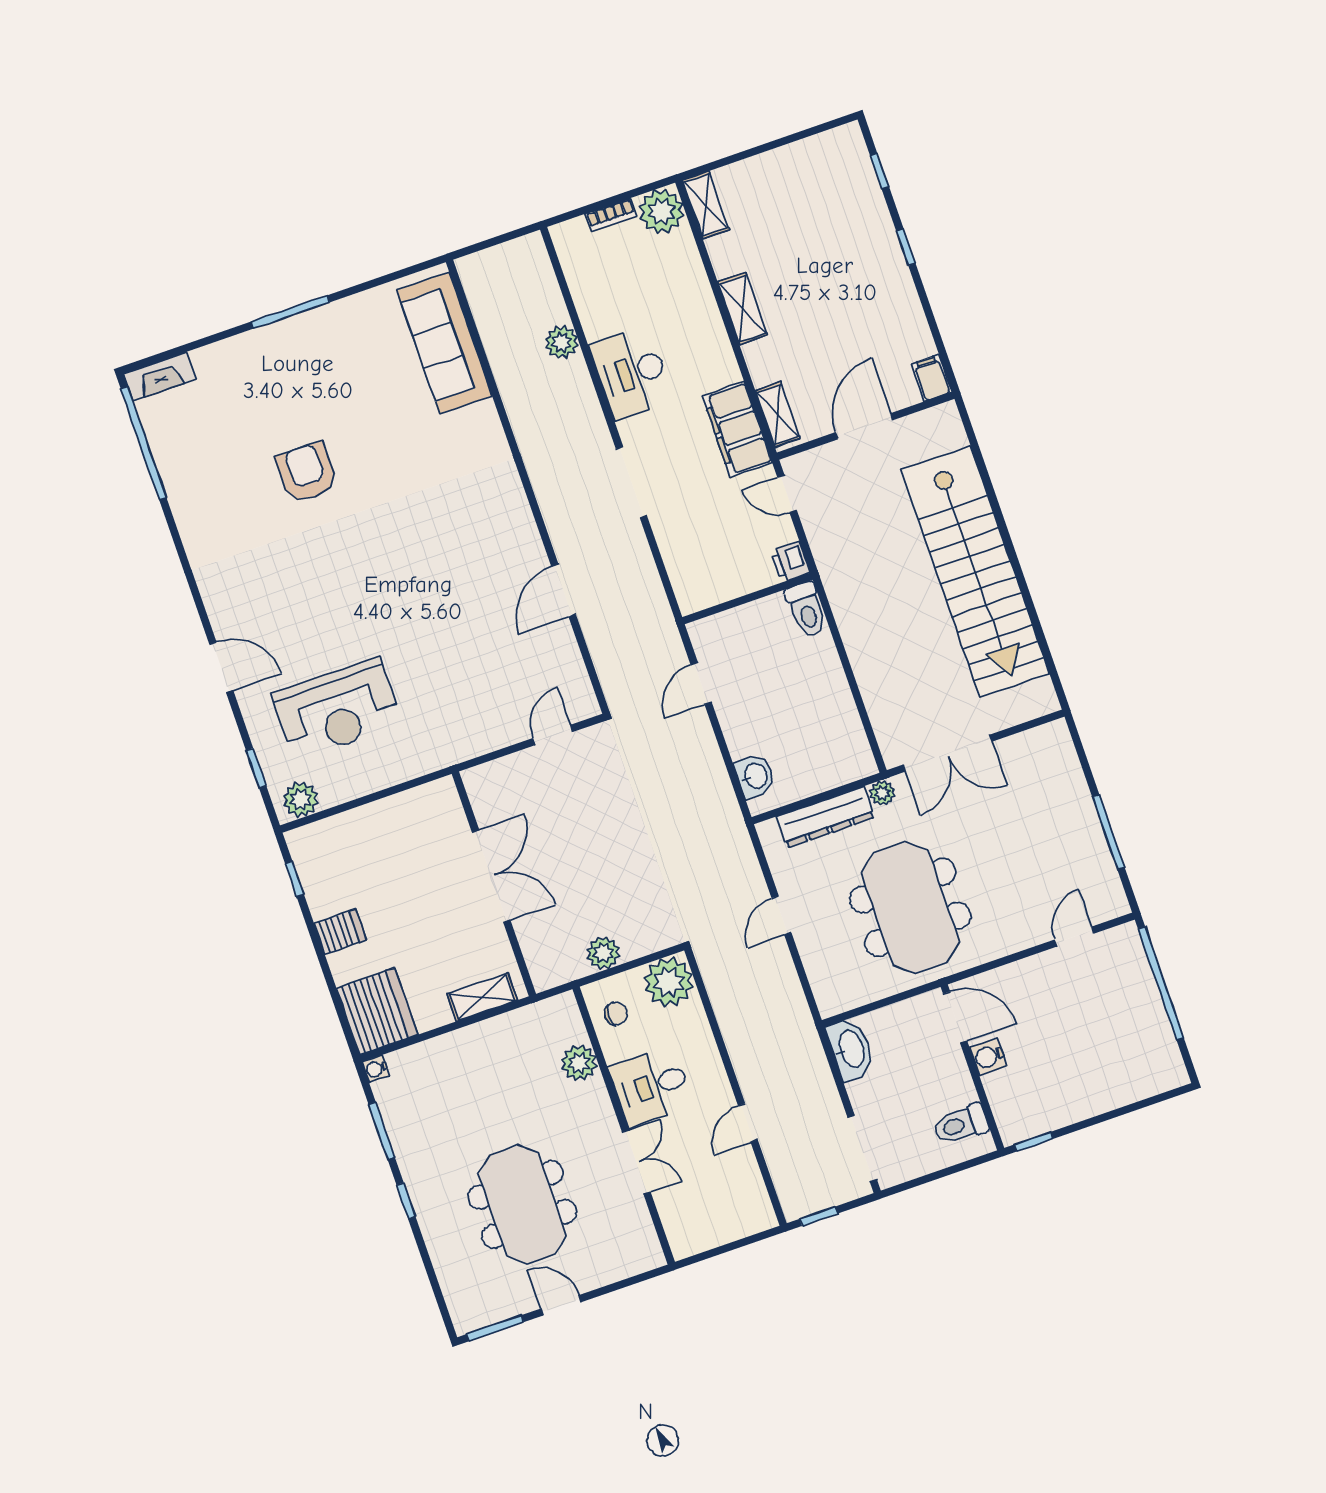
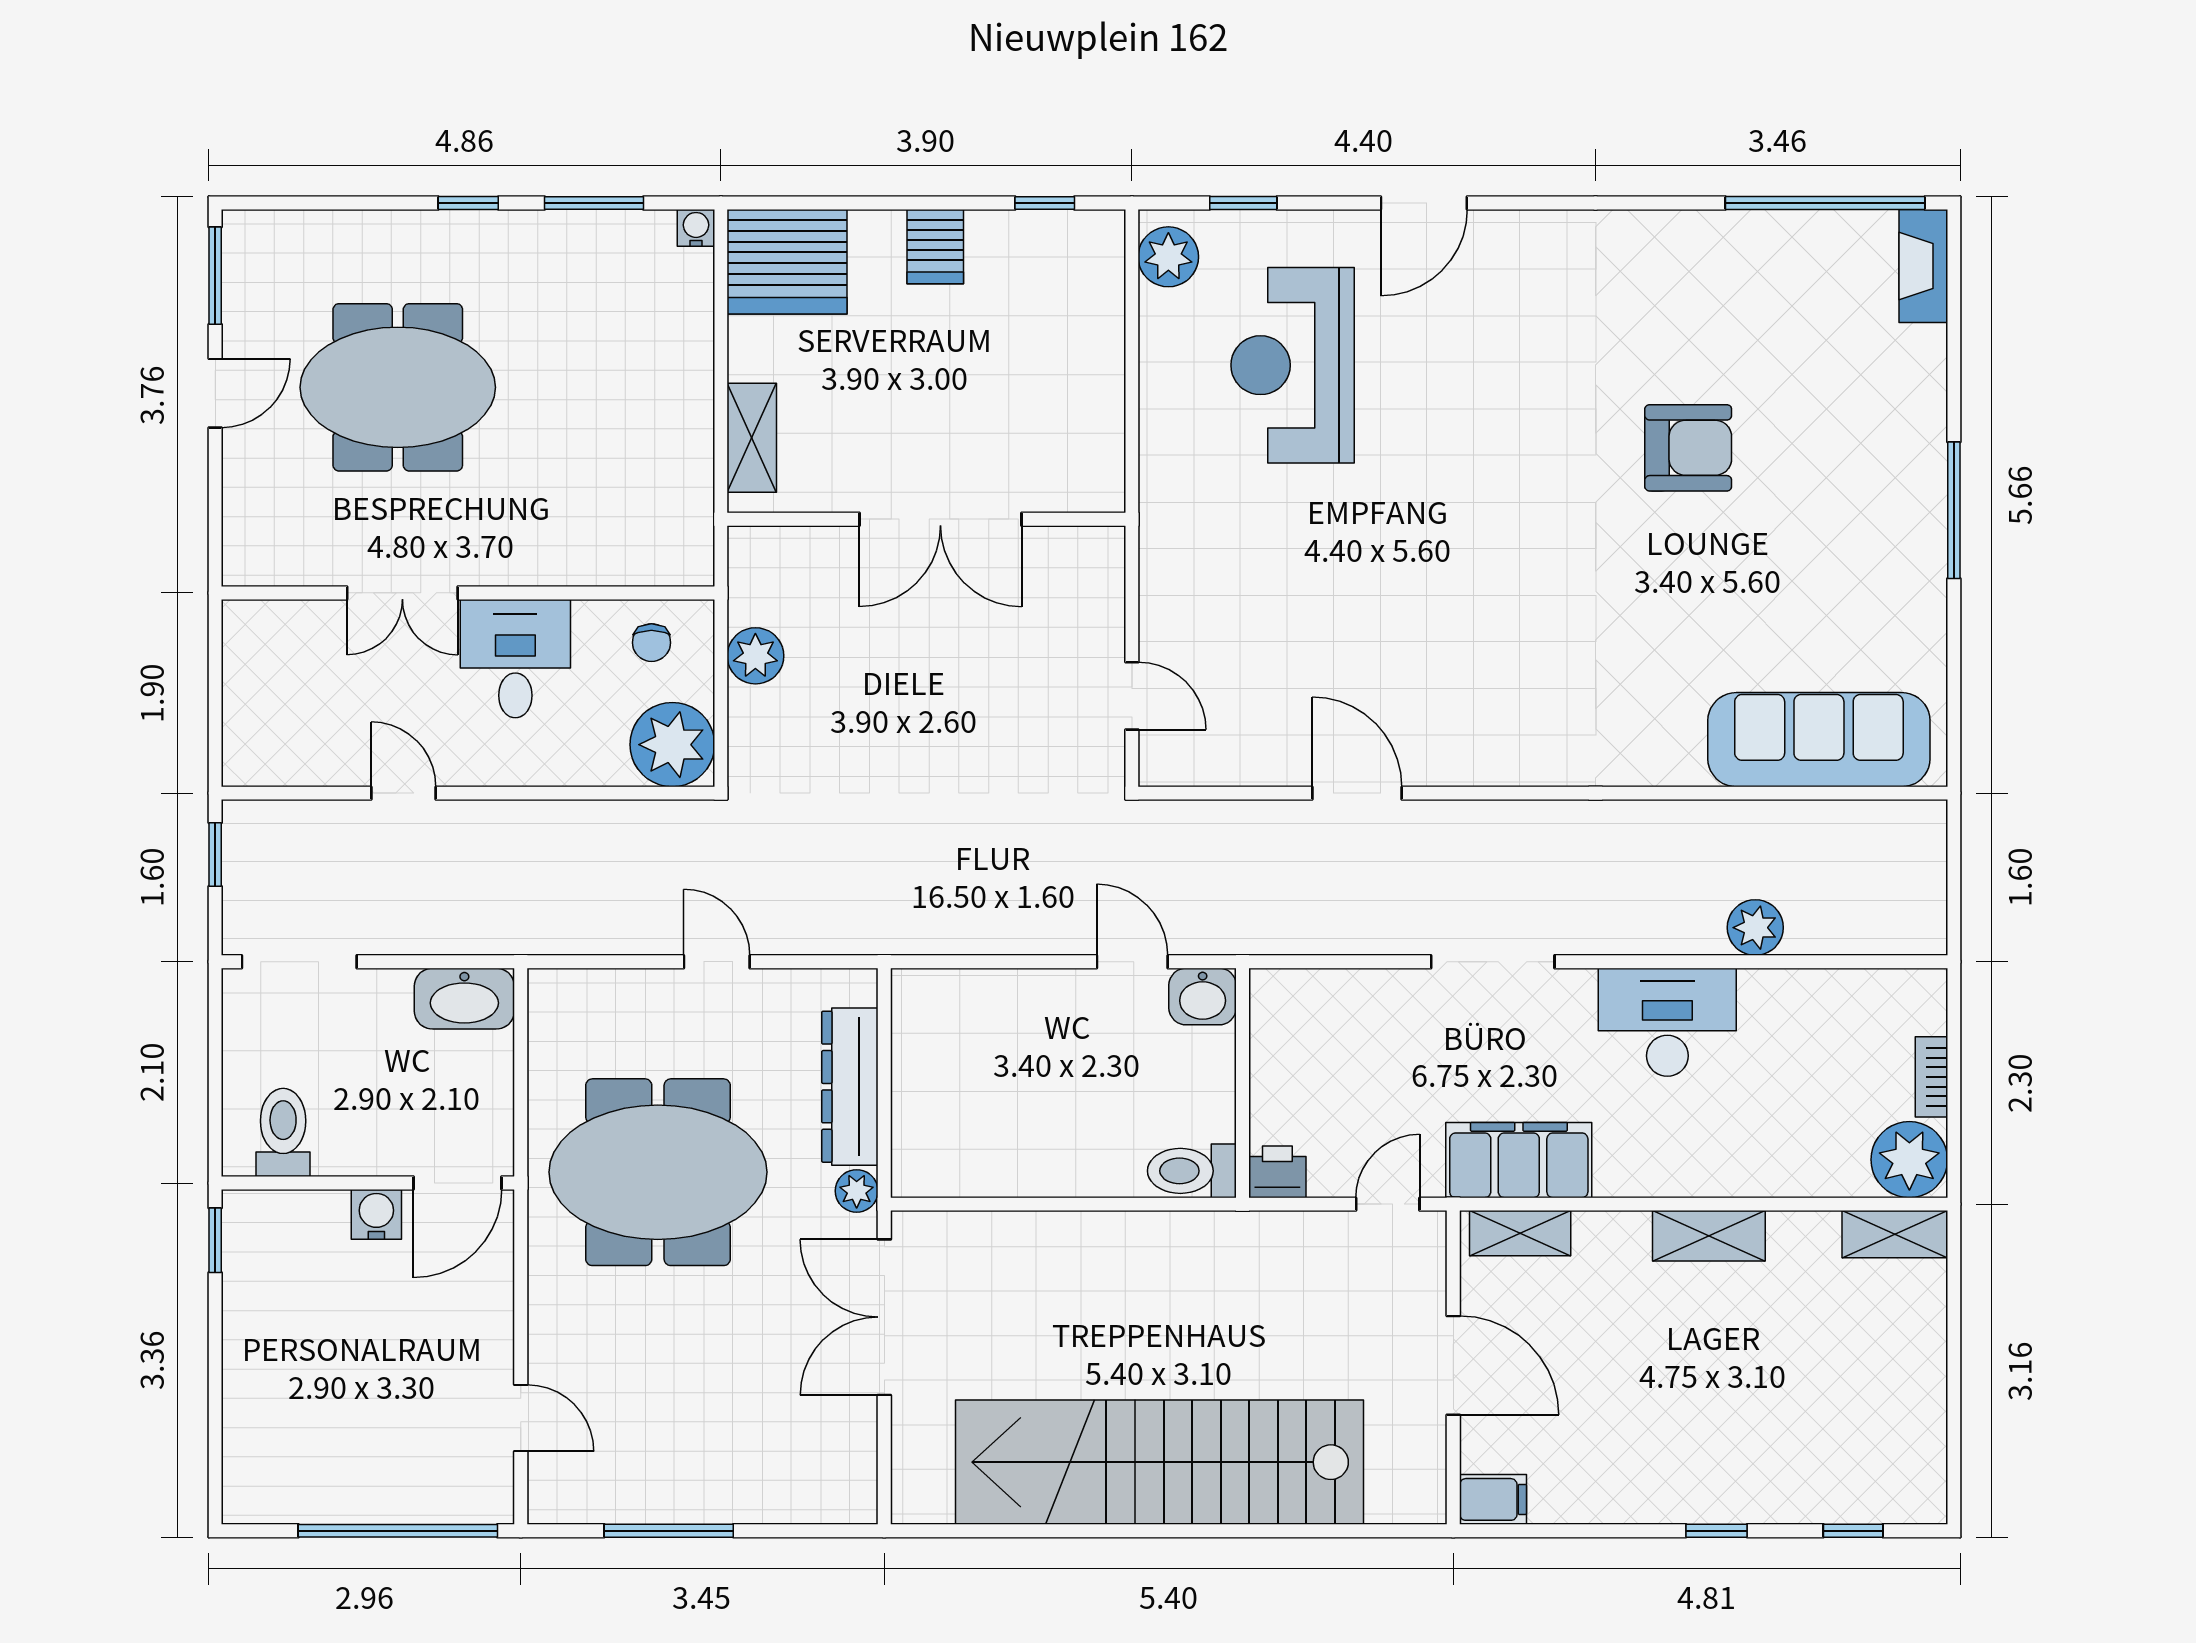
washbasin: (755, 776) -> (1203, 997), moved
plant: (579, 1063) -> (593, 556), removed

